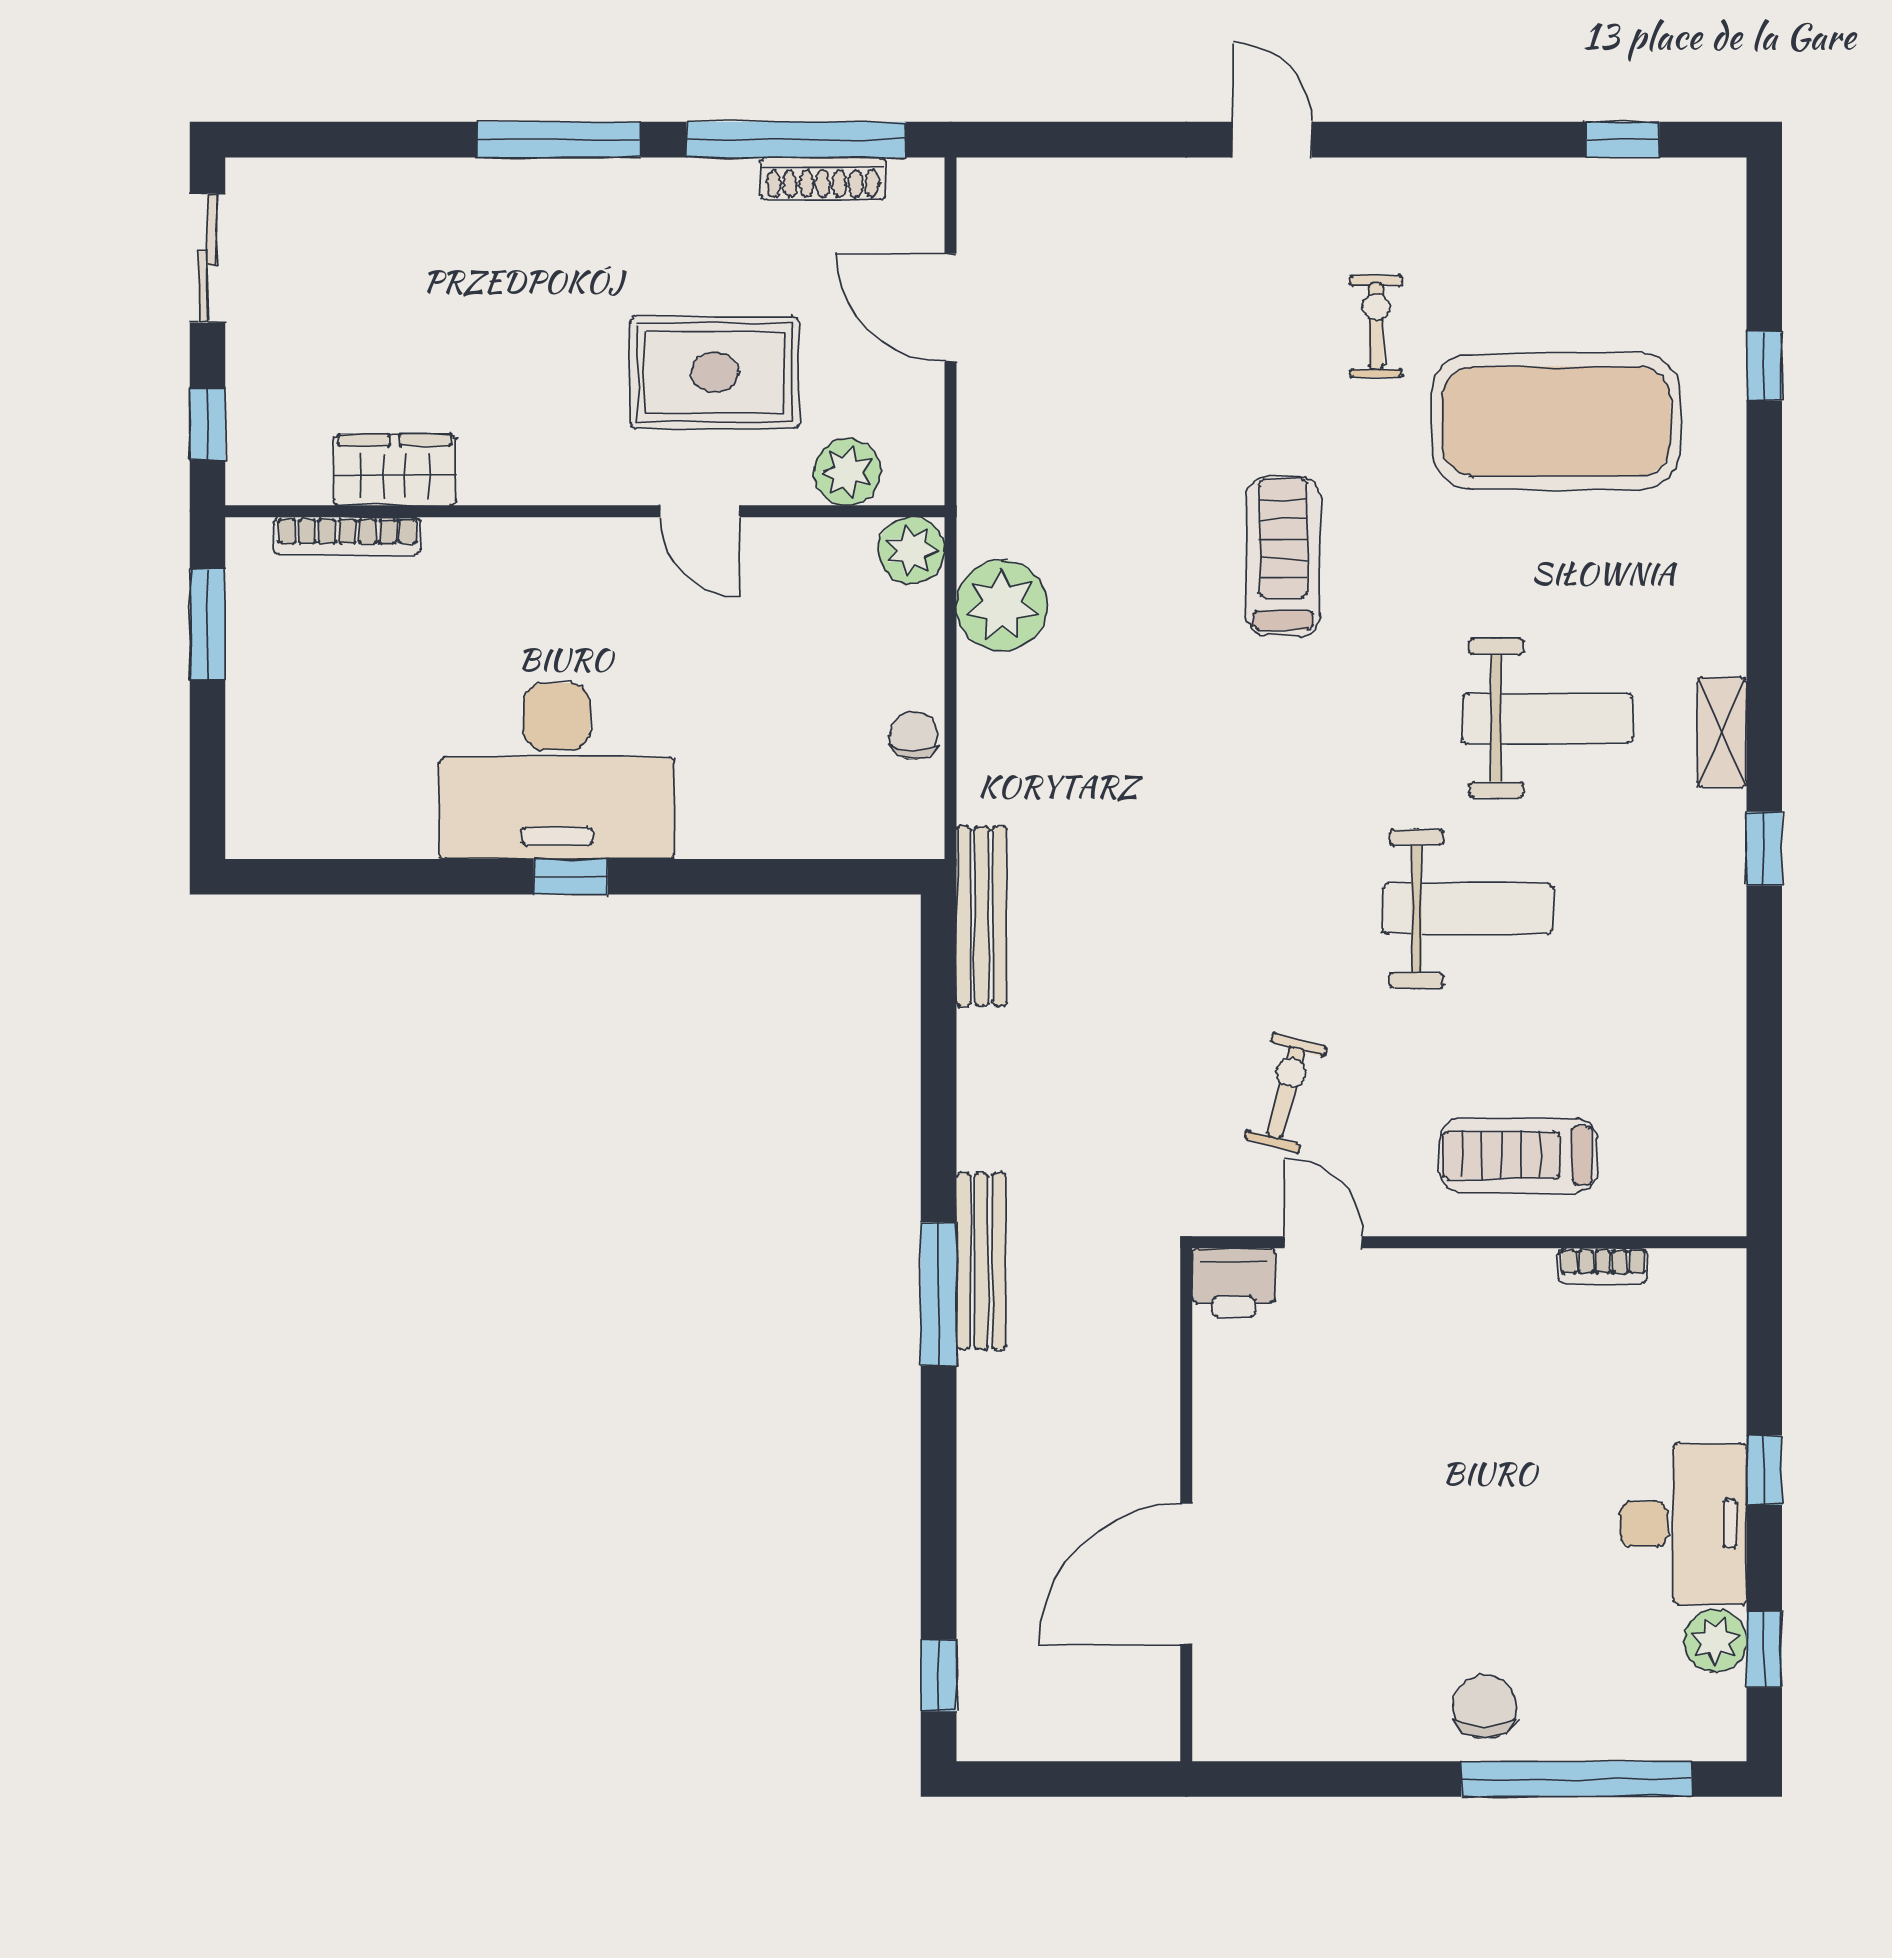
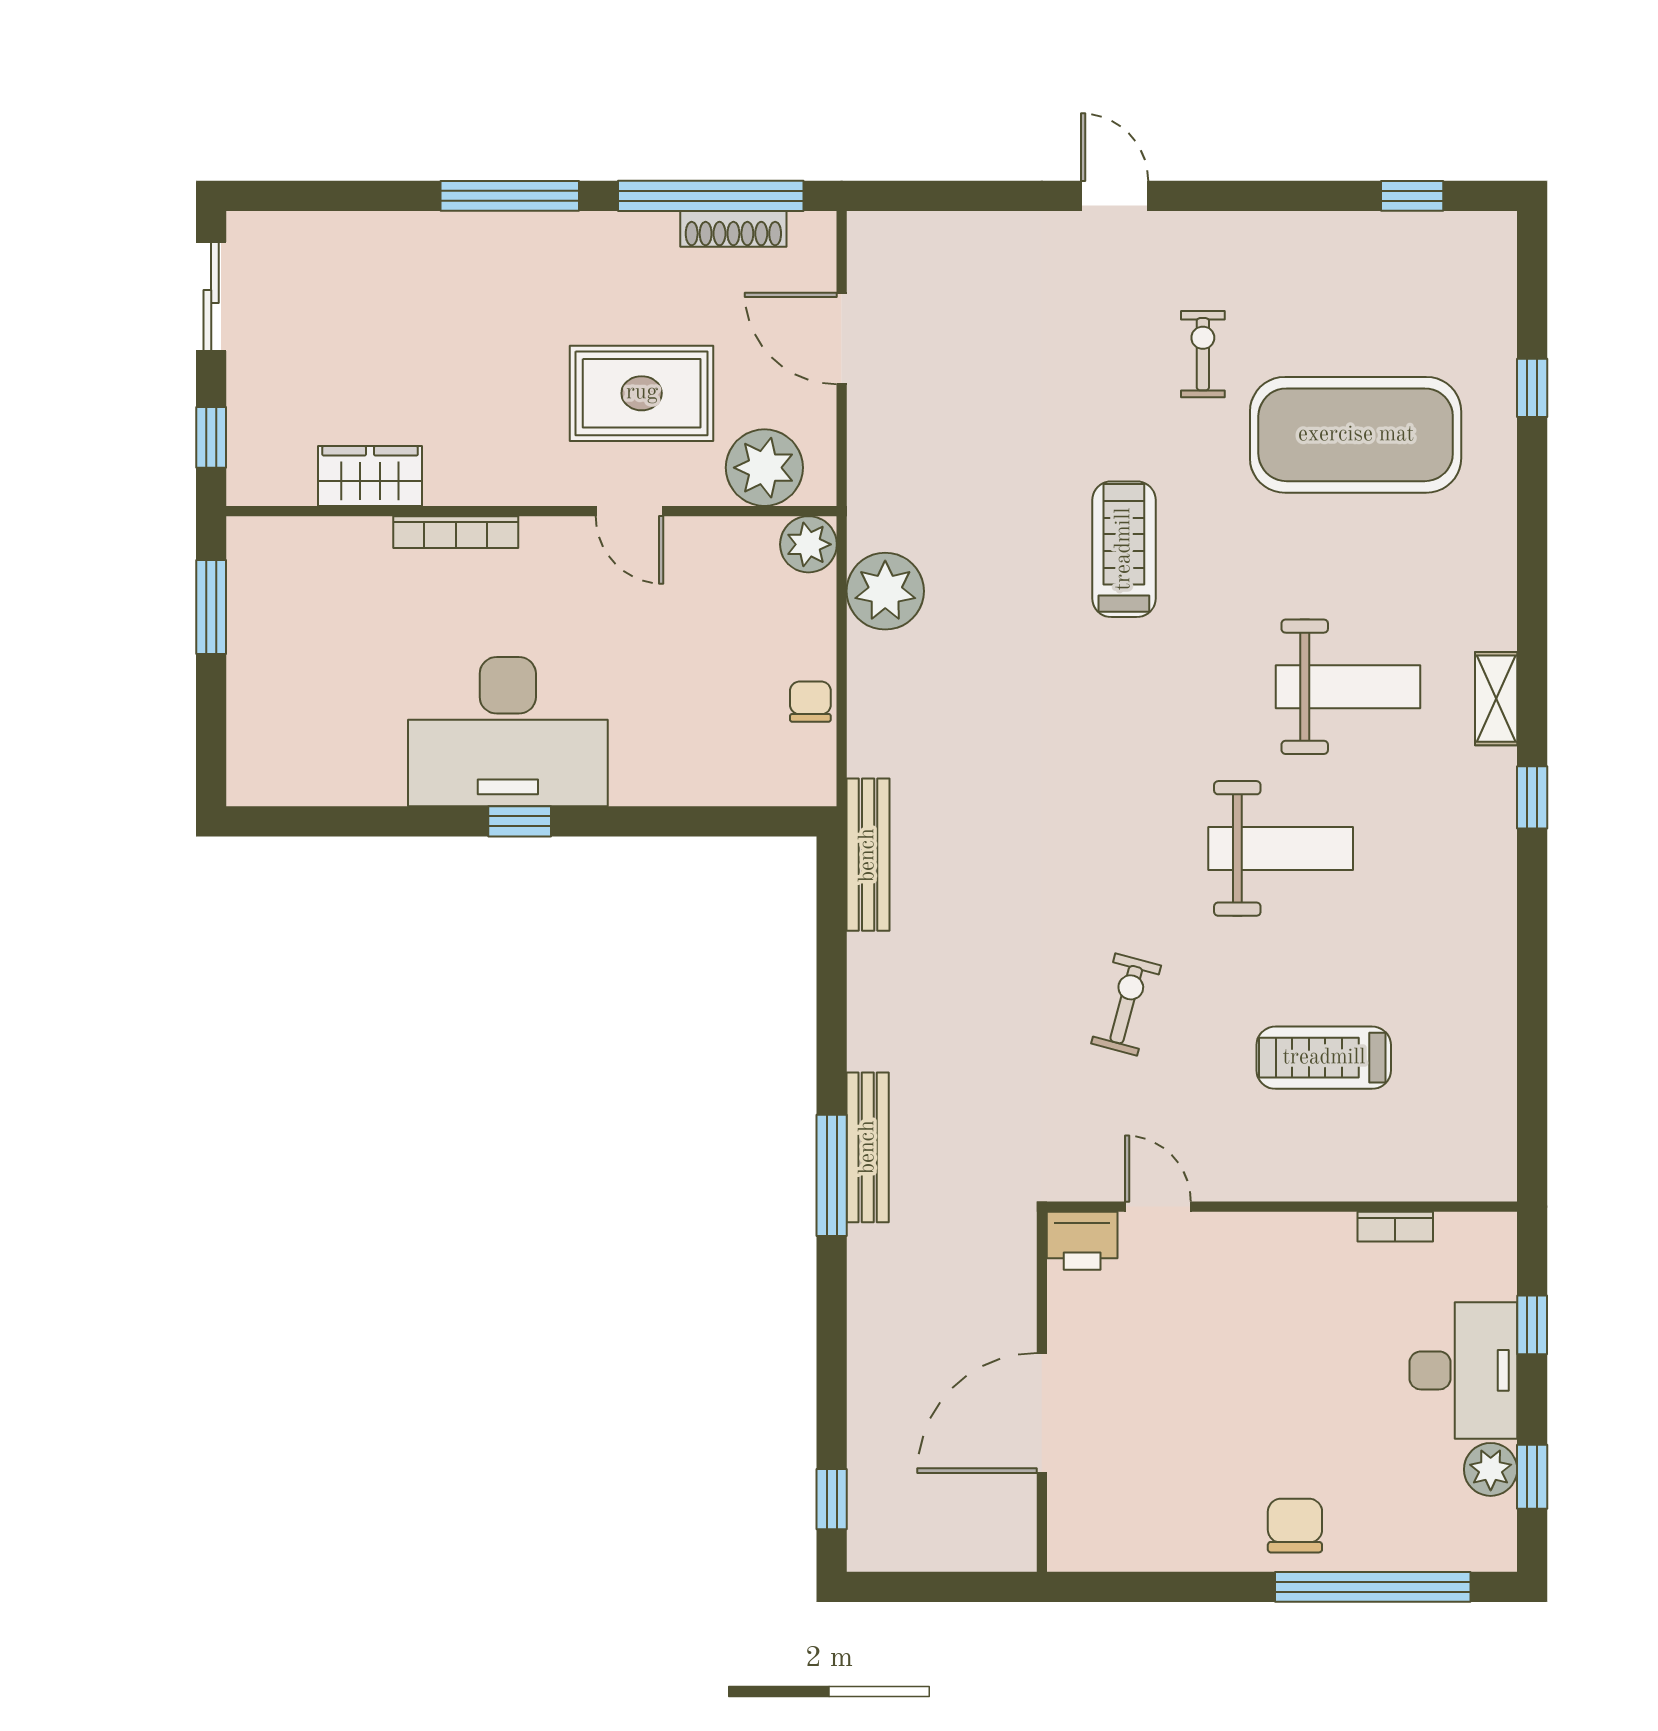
plant: (847, 472) -> (764, 468), width x1.36, depth x1.36
bookcase: (347, 536) -> (456, 532), moved
door: (1323, 1242) -> (1158, 1207), moved
wall: (1469, 1242) -> (1282, 1207), moved
bookcase: (1603, 1266) -> (1395, 1227), moved
printer: (1234, 1283) -> (1082, 1241), moved

